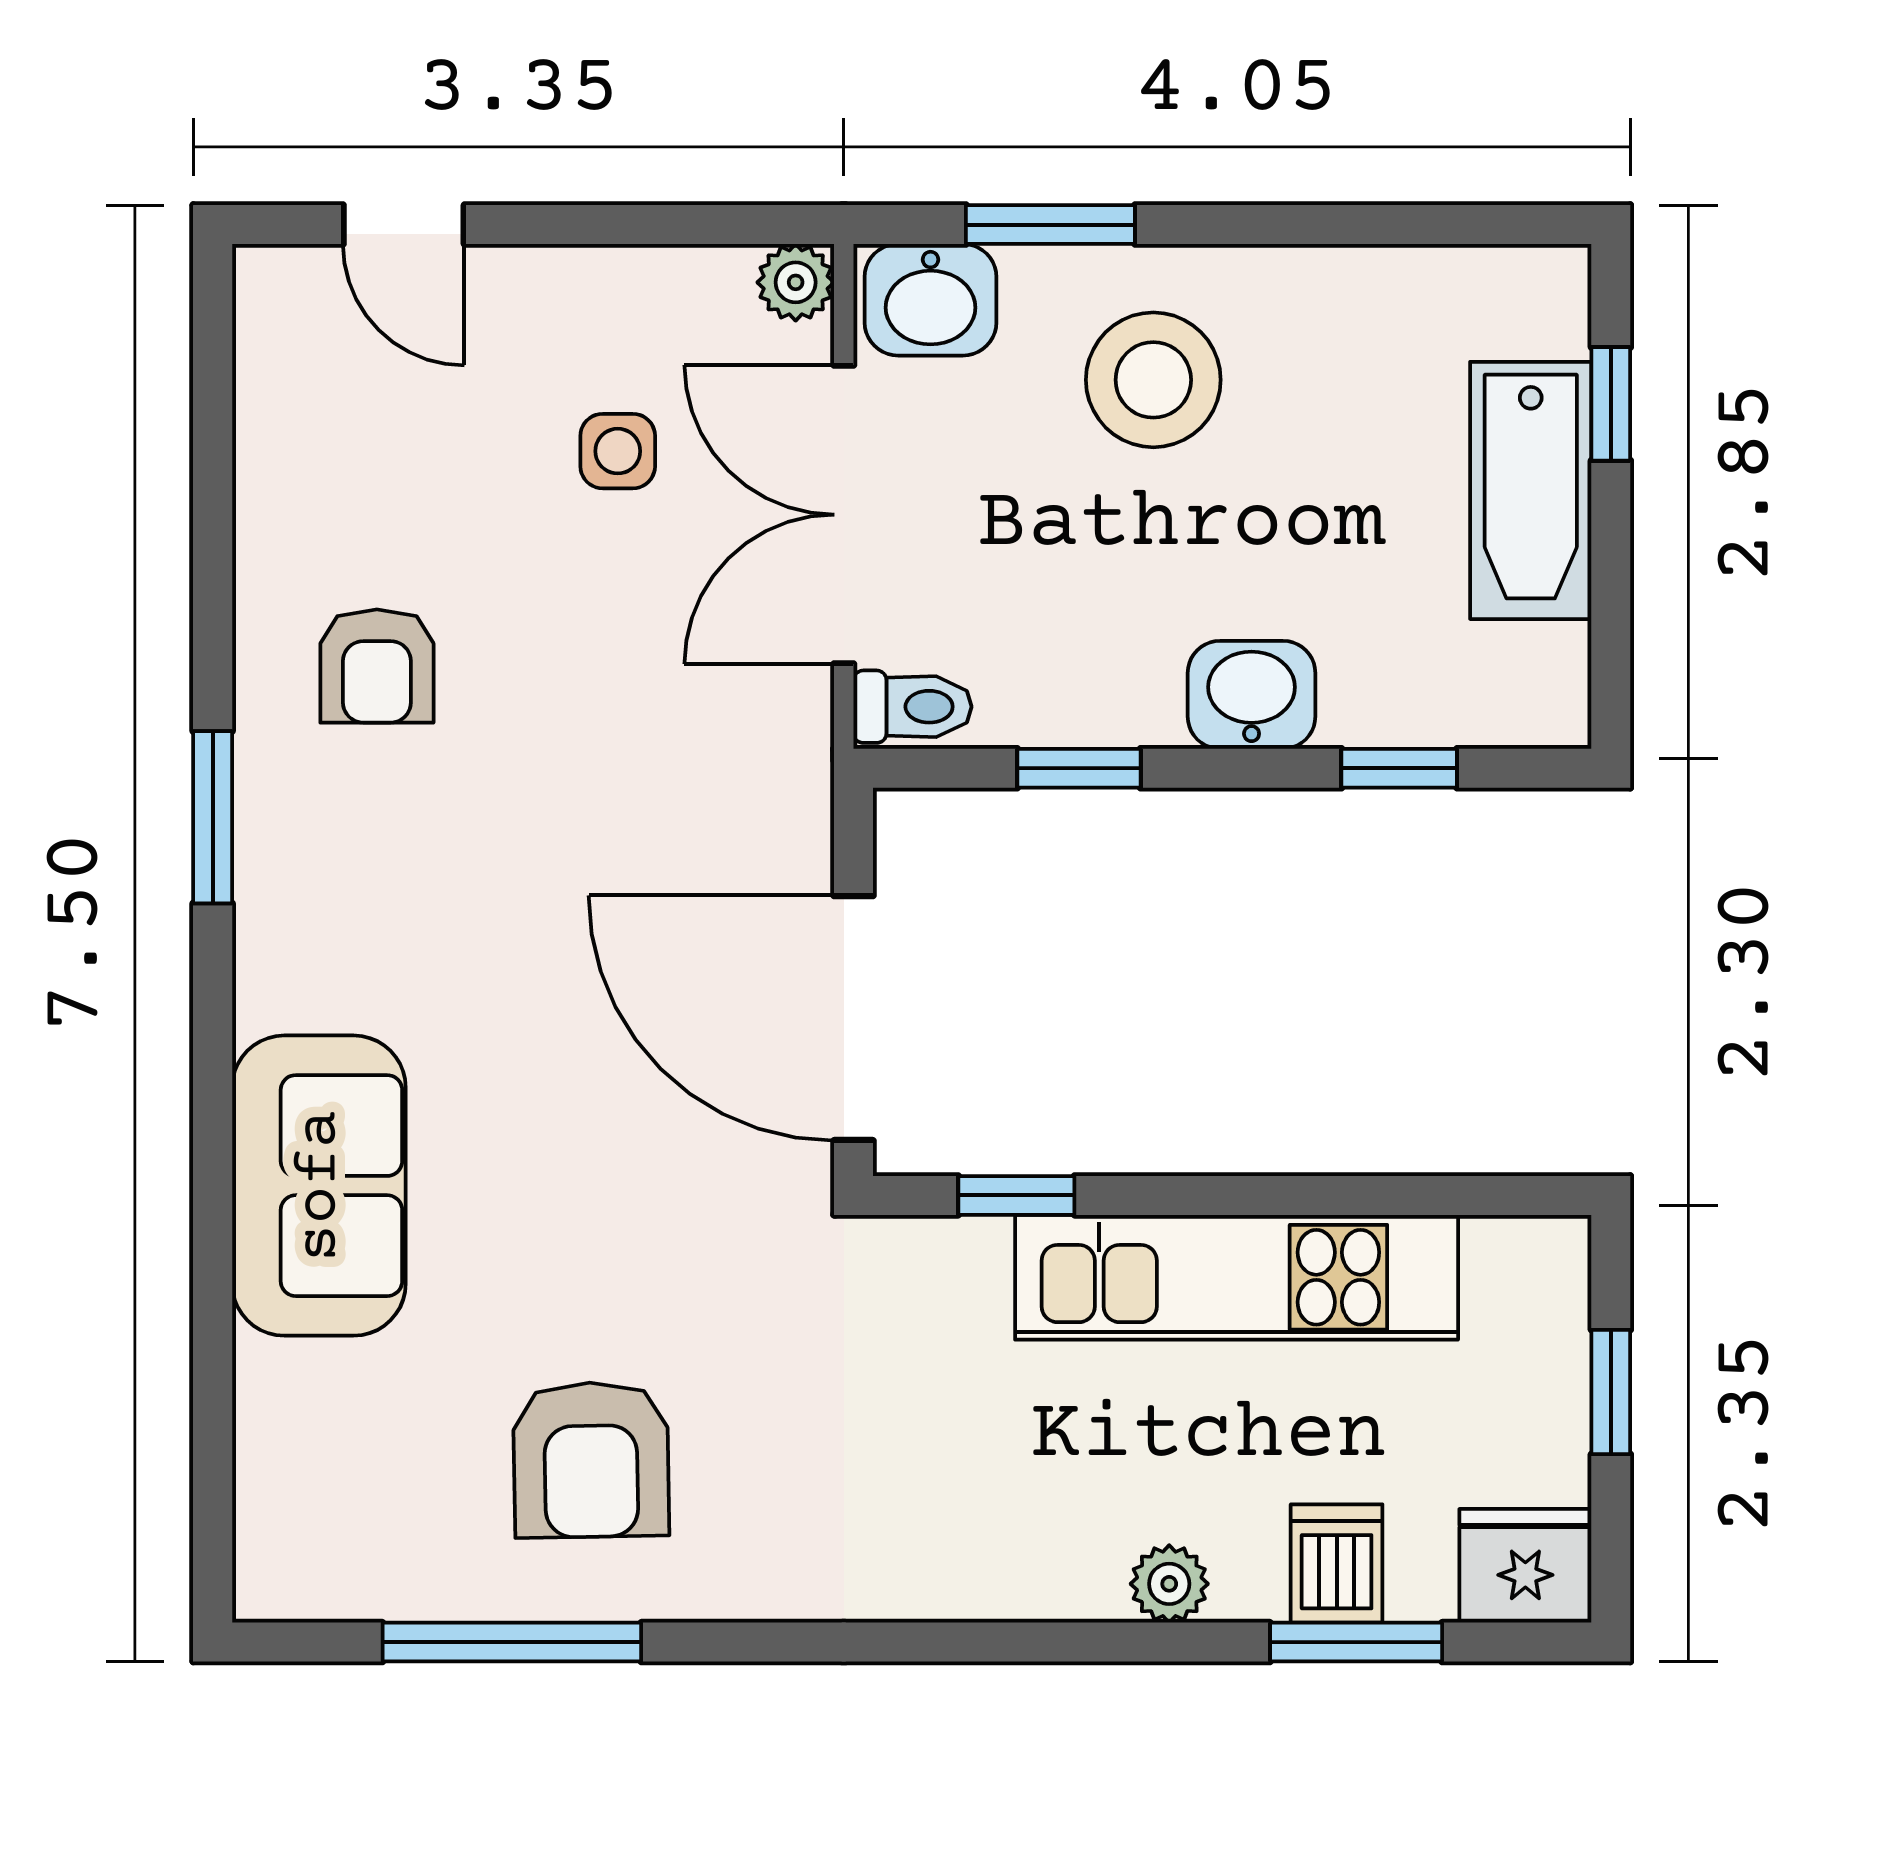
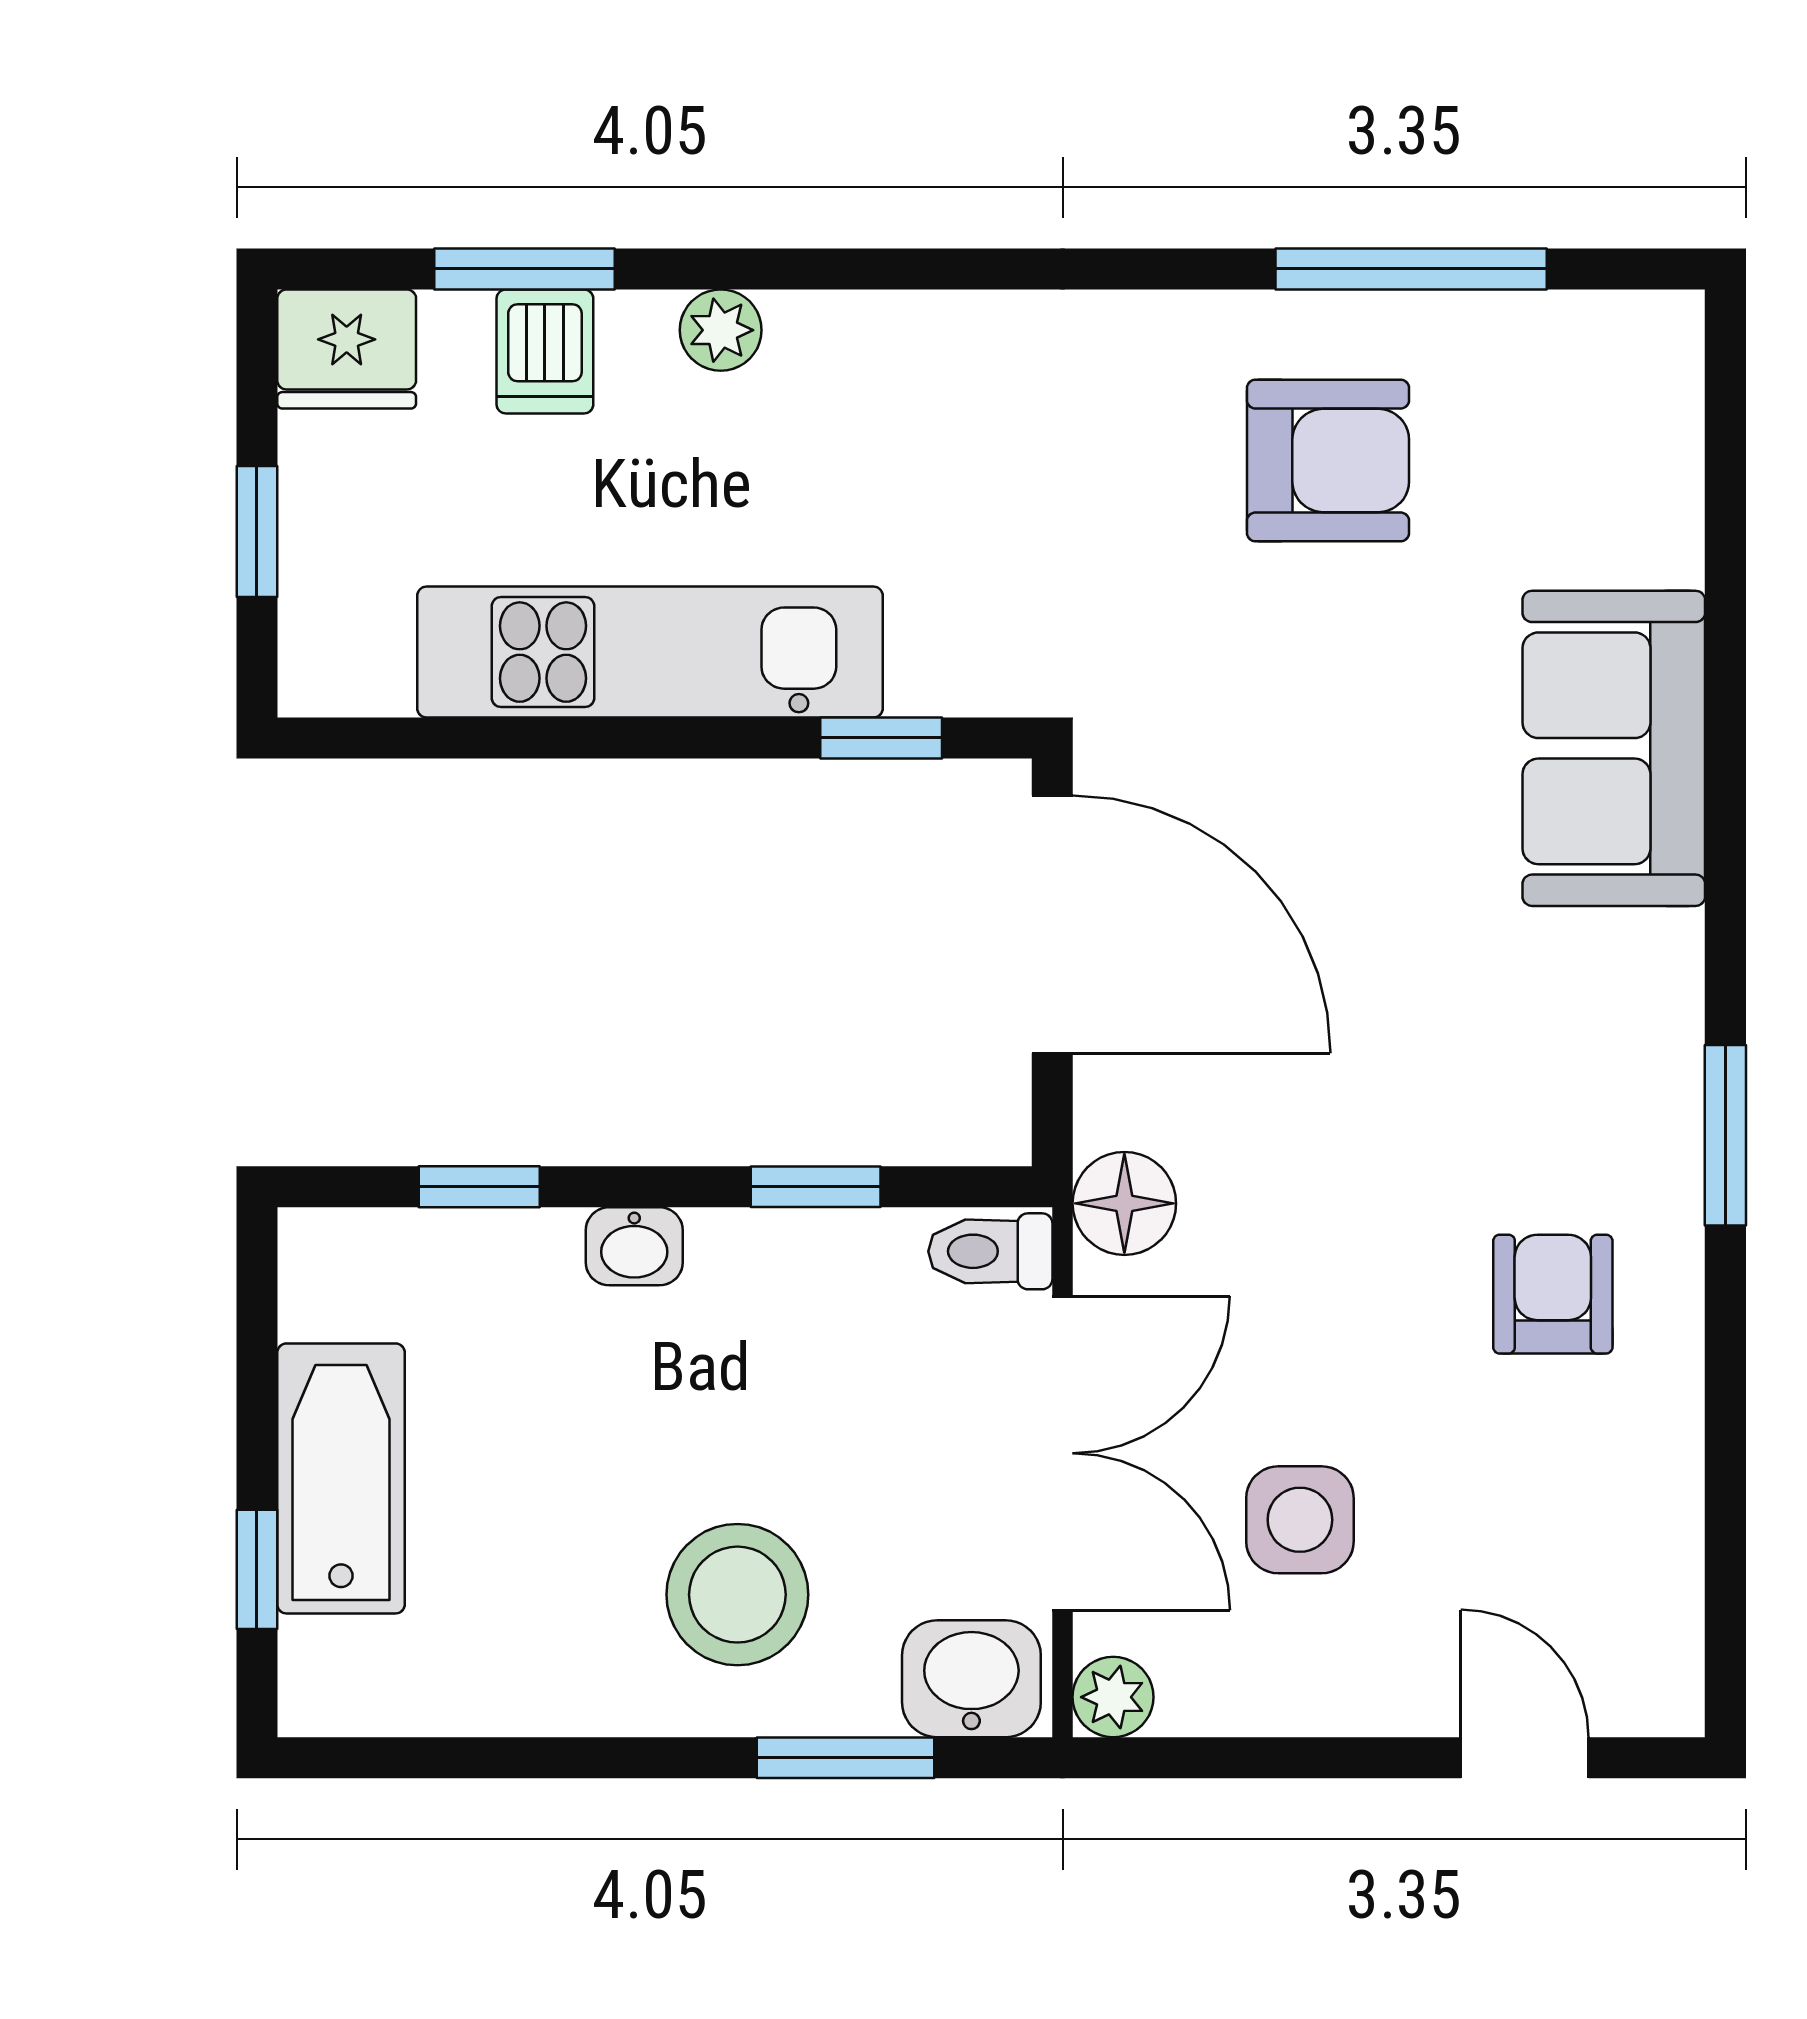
side table: (618, 451) -> (1300, 1520), width x1.37, depth x1.37
washbasin: (1252, 695) -> (634, 1246), width x0.72, depth x0.69
floor lamp: (785, 752) -> (1124, 1203), added
armchair: (591, 1460) -> (1328, 461), turned 91

